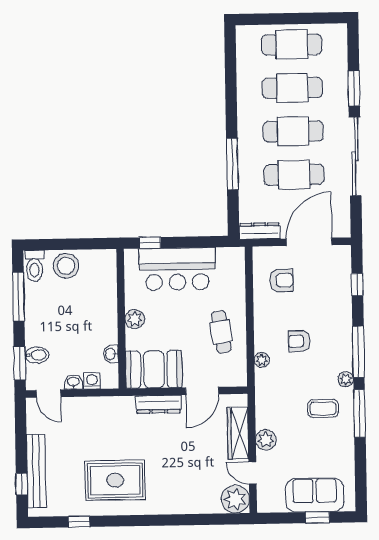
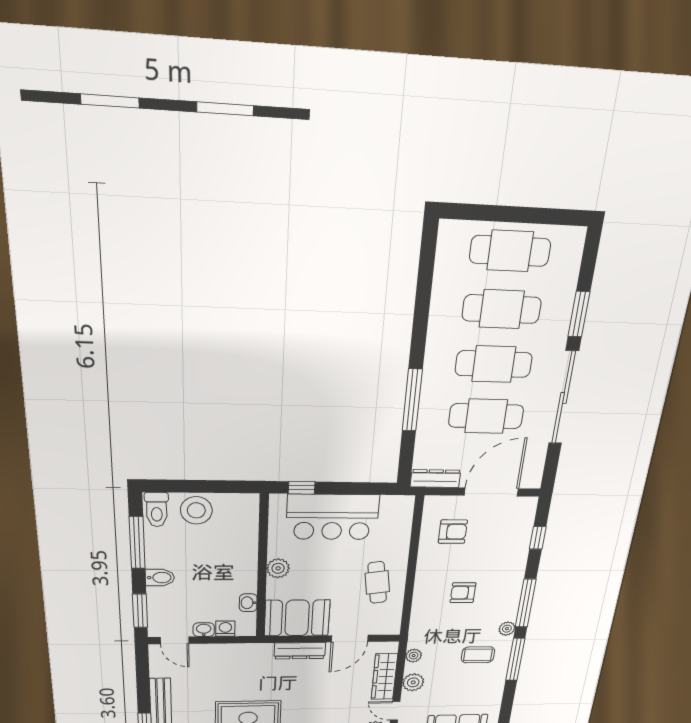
bidet: (37, 355) -> (160, 578), moved
plant: (262, 360) -> (414, 656), moved

